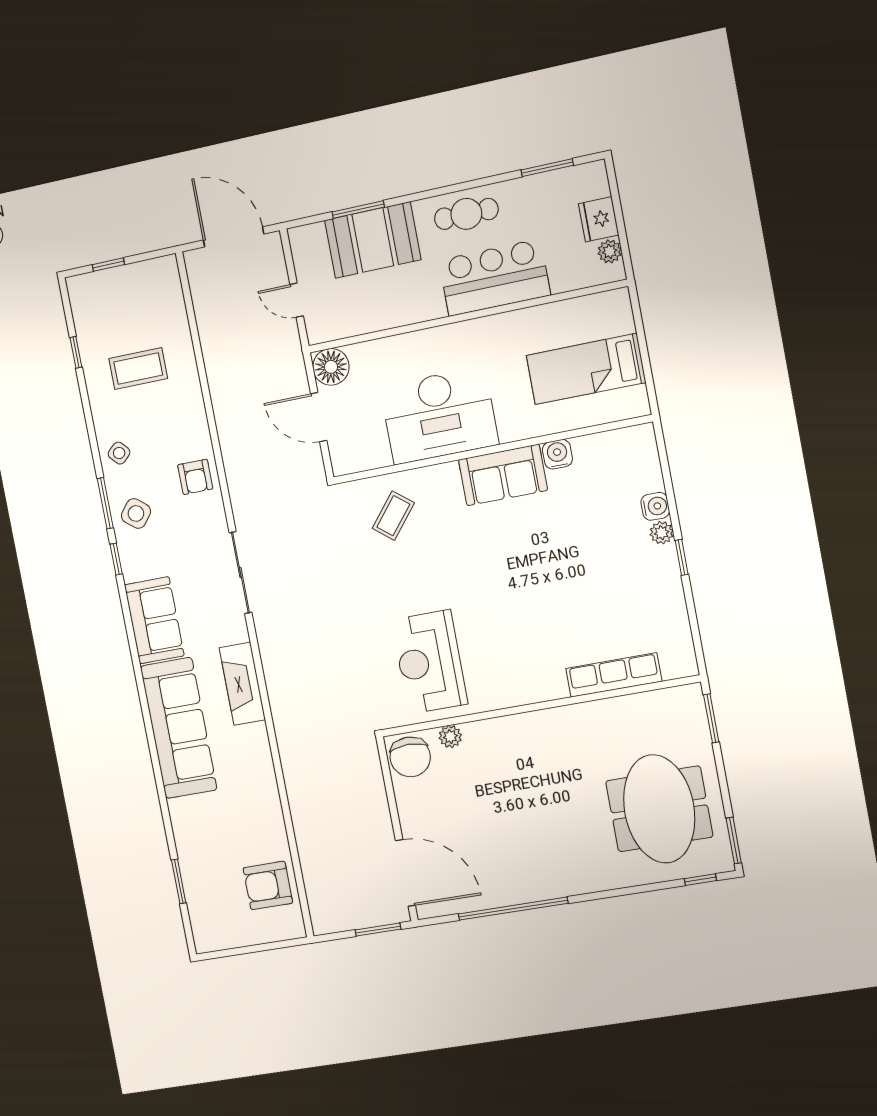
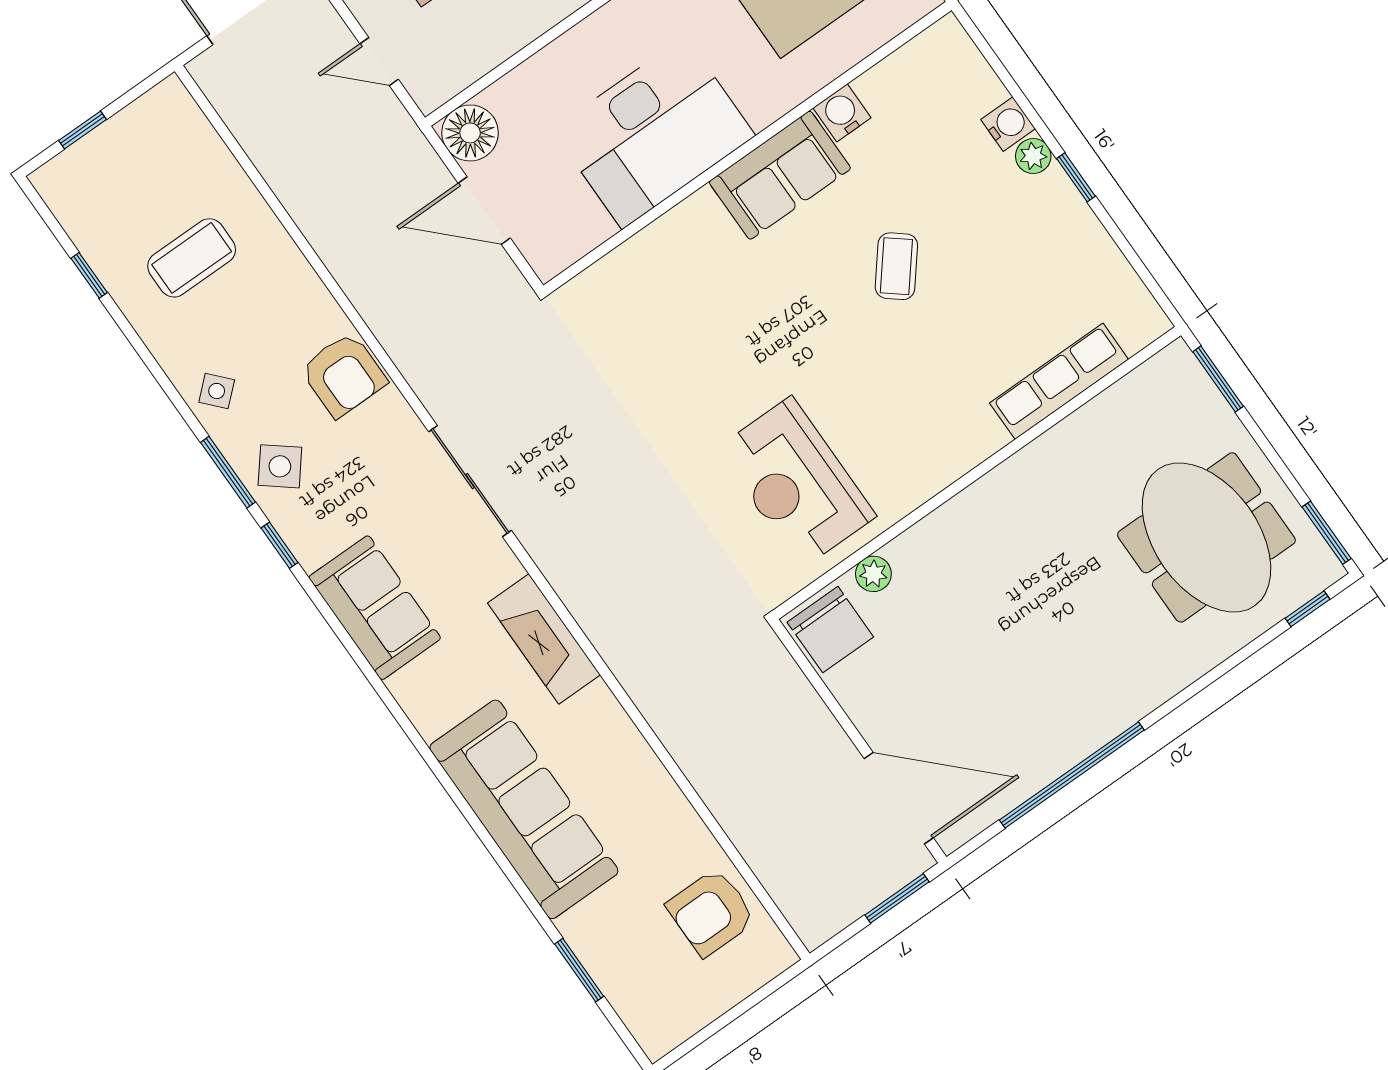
armchair: (195, 477) -> (344, 375), width x1.38, depth x1.38
coffee table: (393, 516) -> (896, 266), moved
sofa: (179, 728) -> (524, 809), moved

